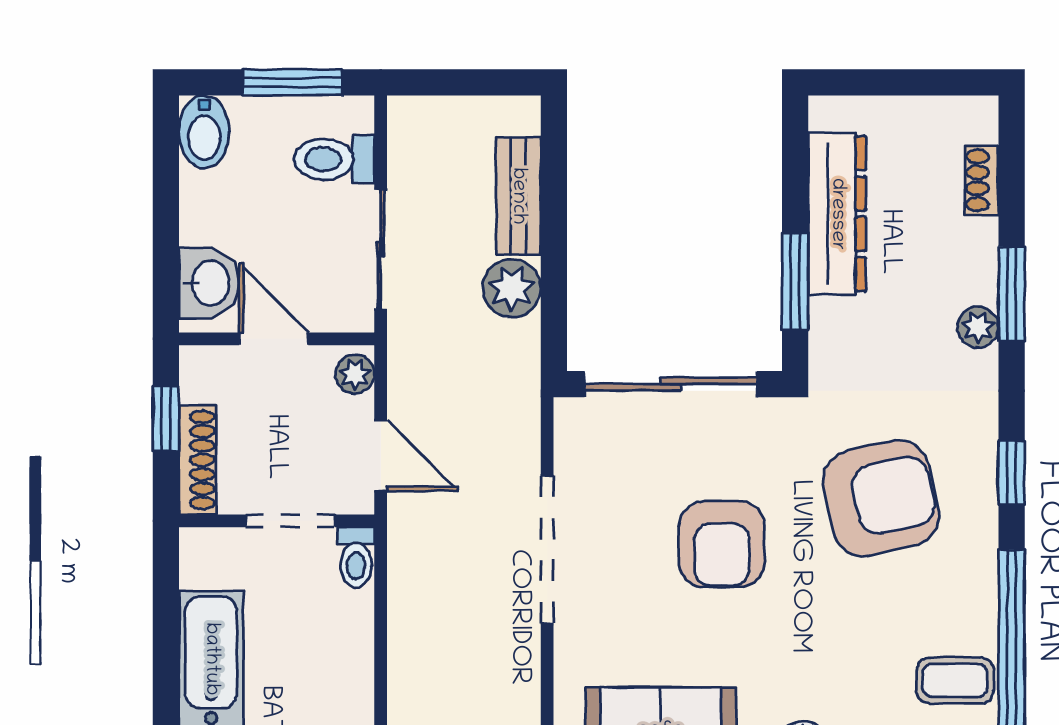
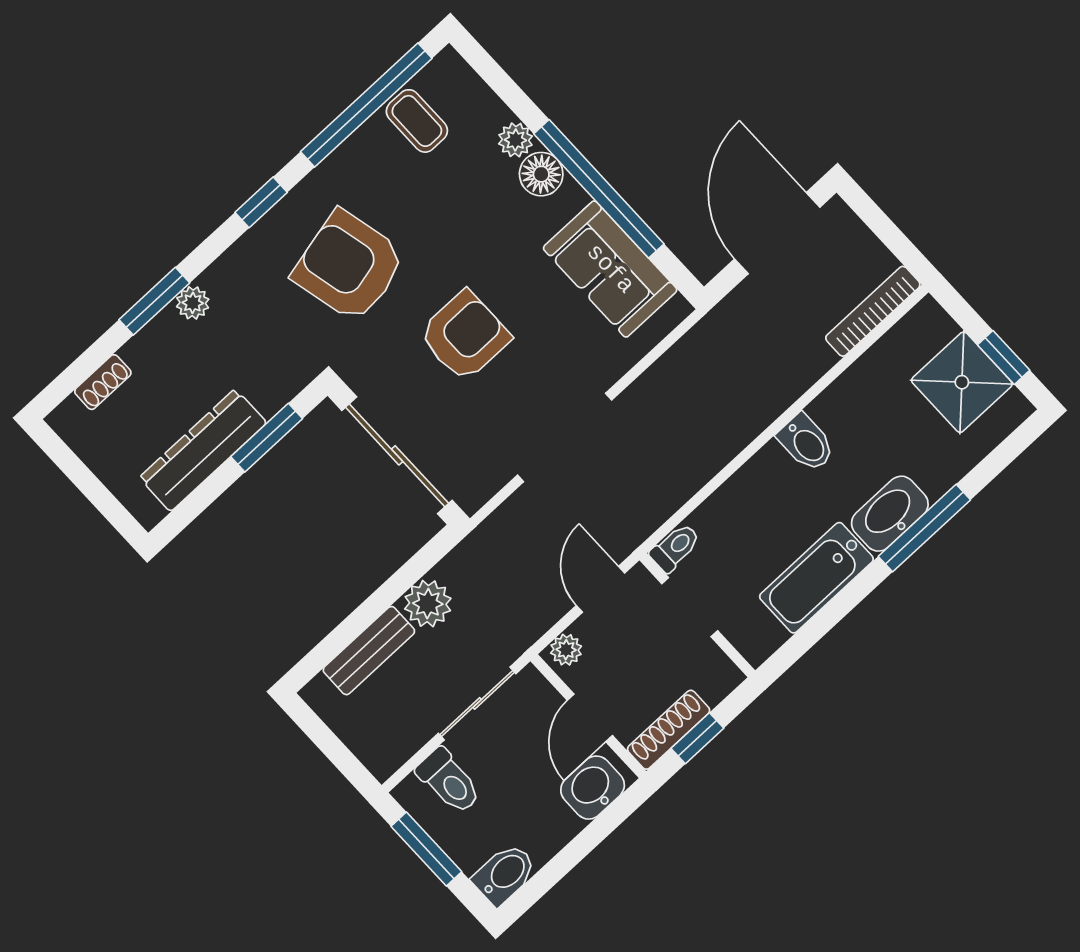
shoe rack: (198, 460) -> (669, 730), moved

